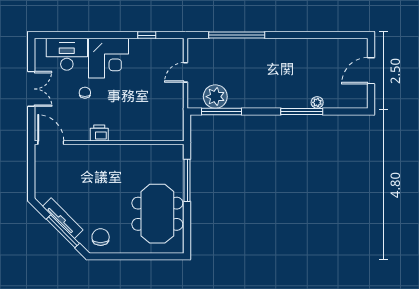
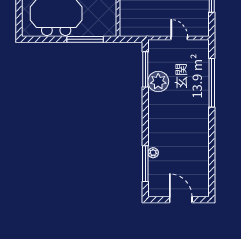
plant: (215, 97) -> (158, 81), moved
window: (302, 111) -> (145, 164), moved

